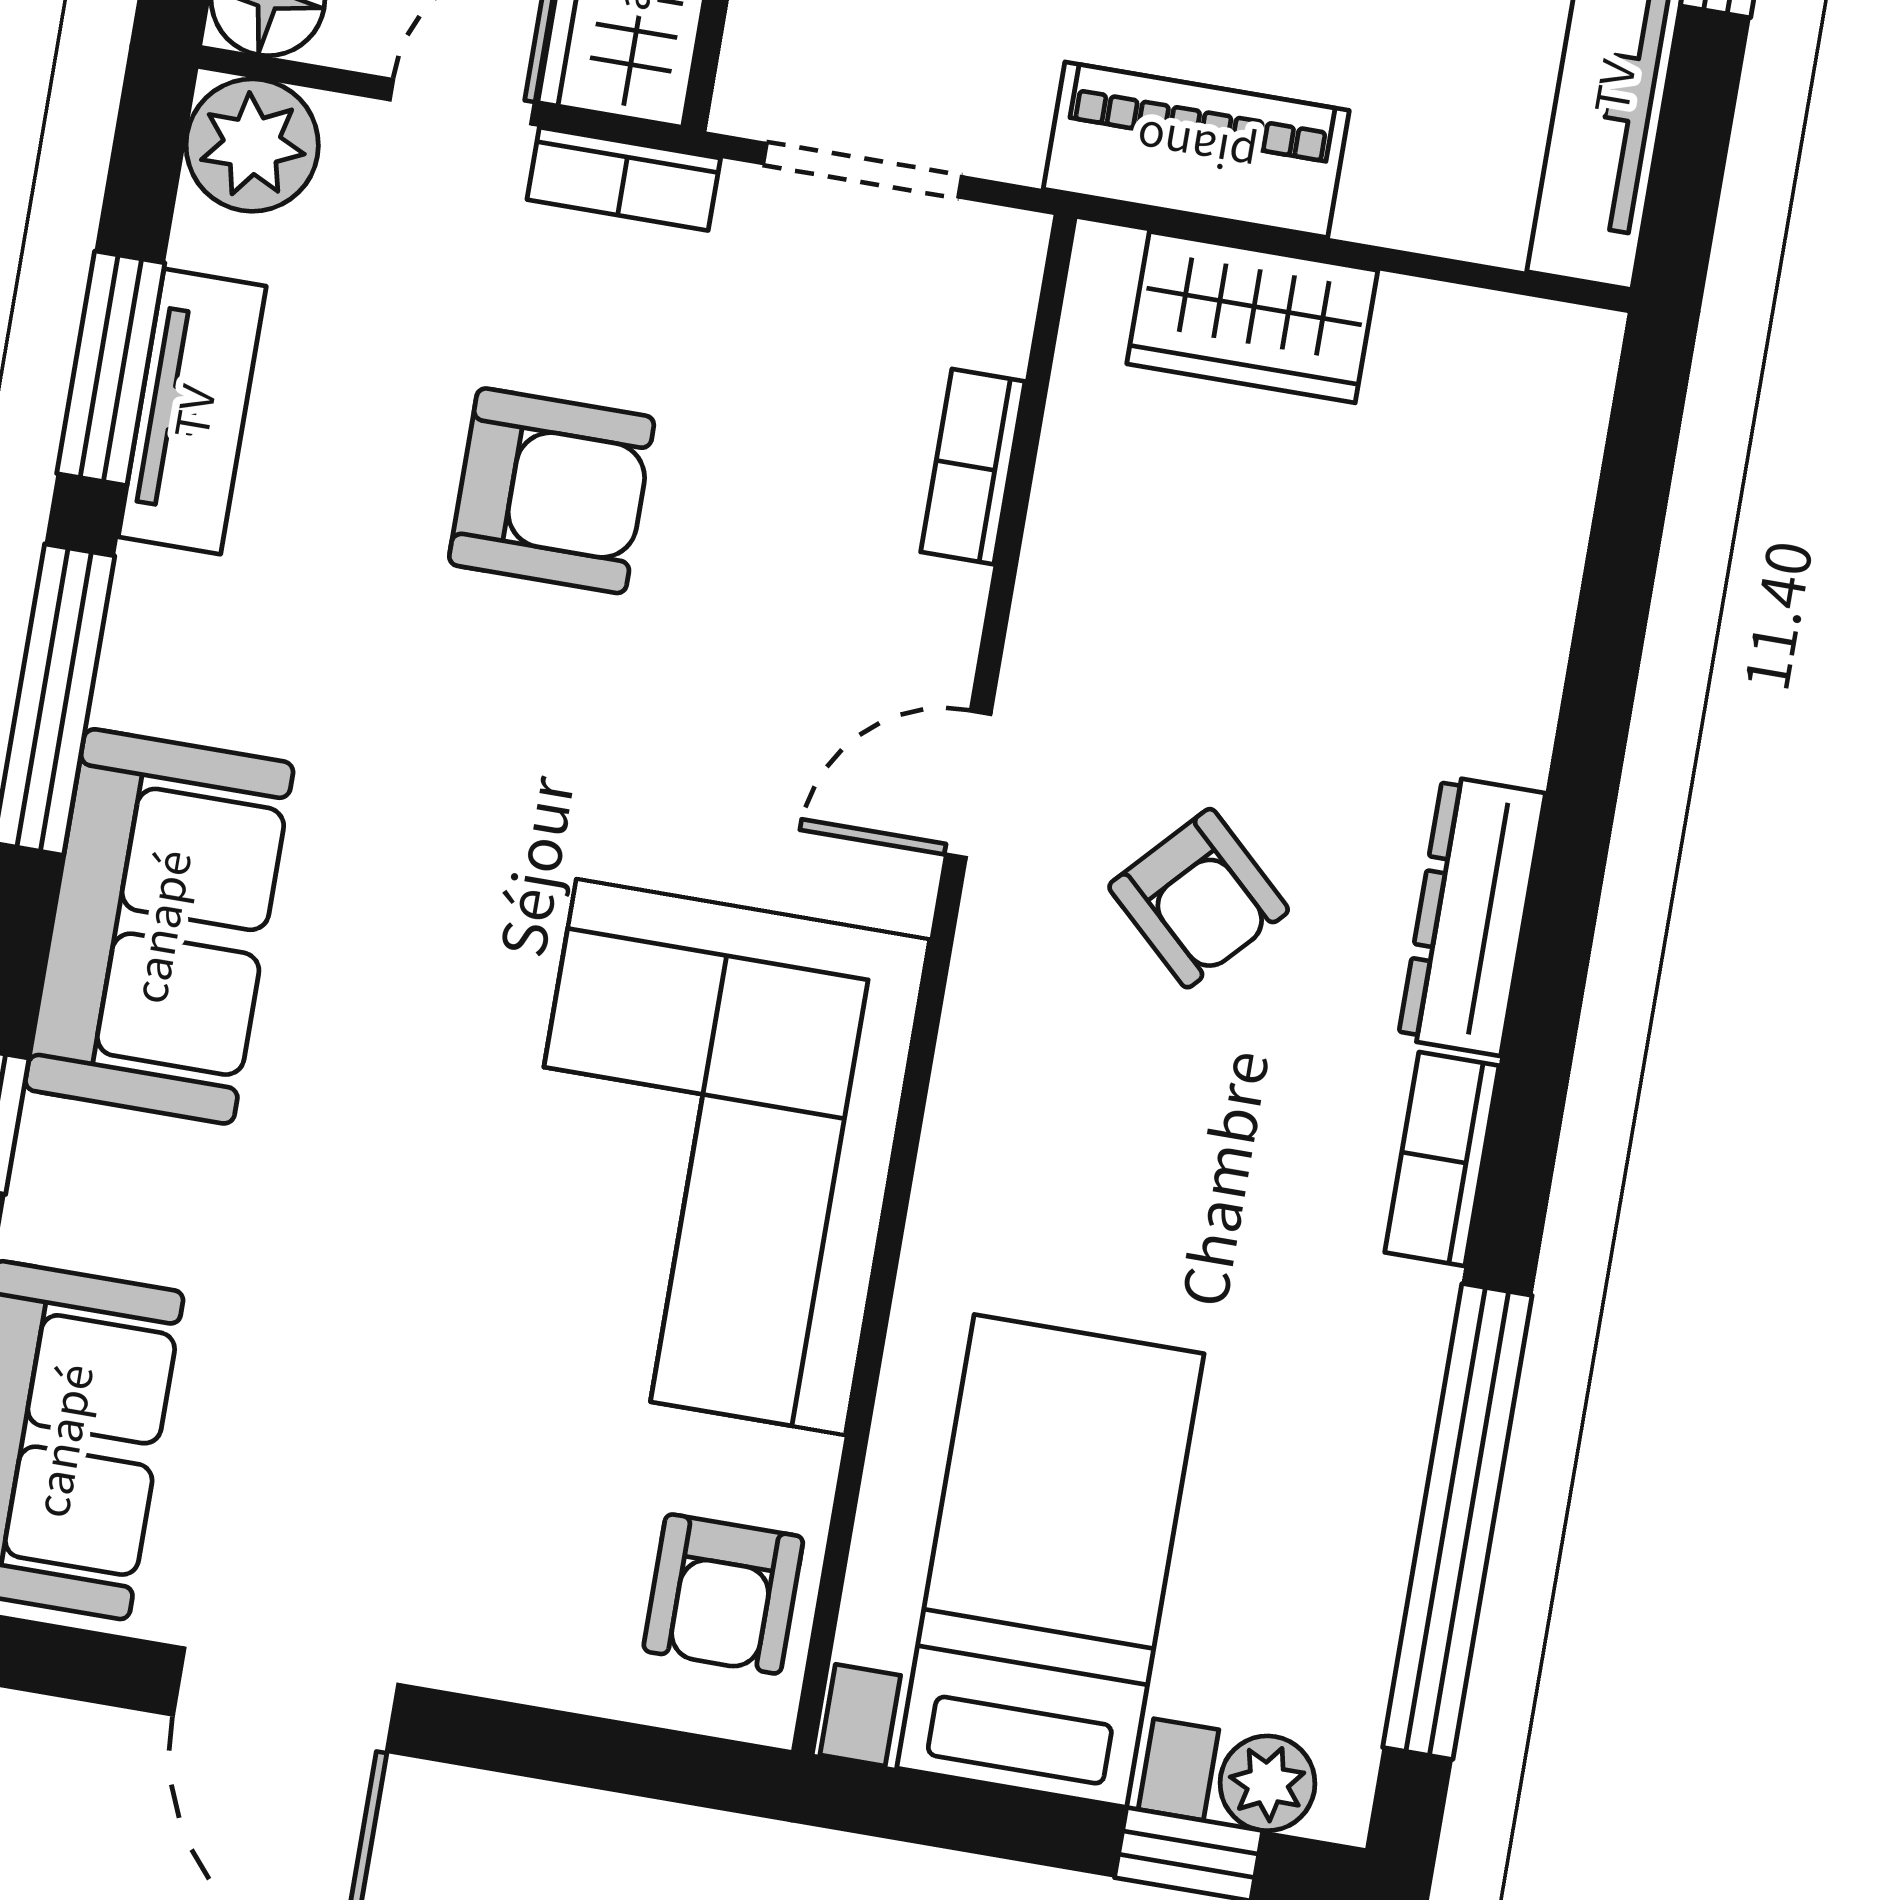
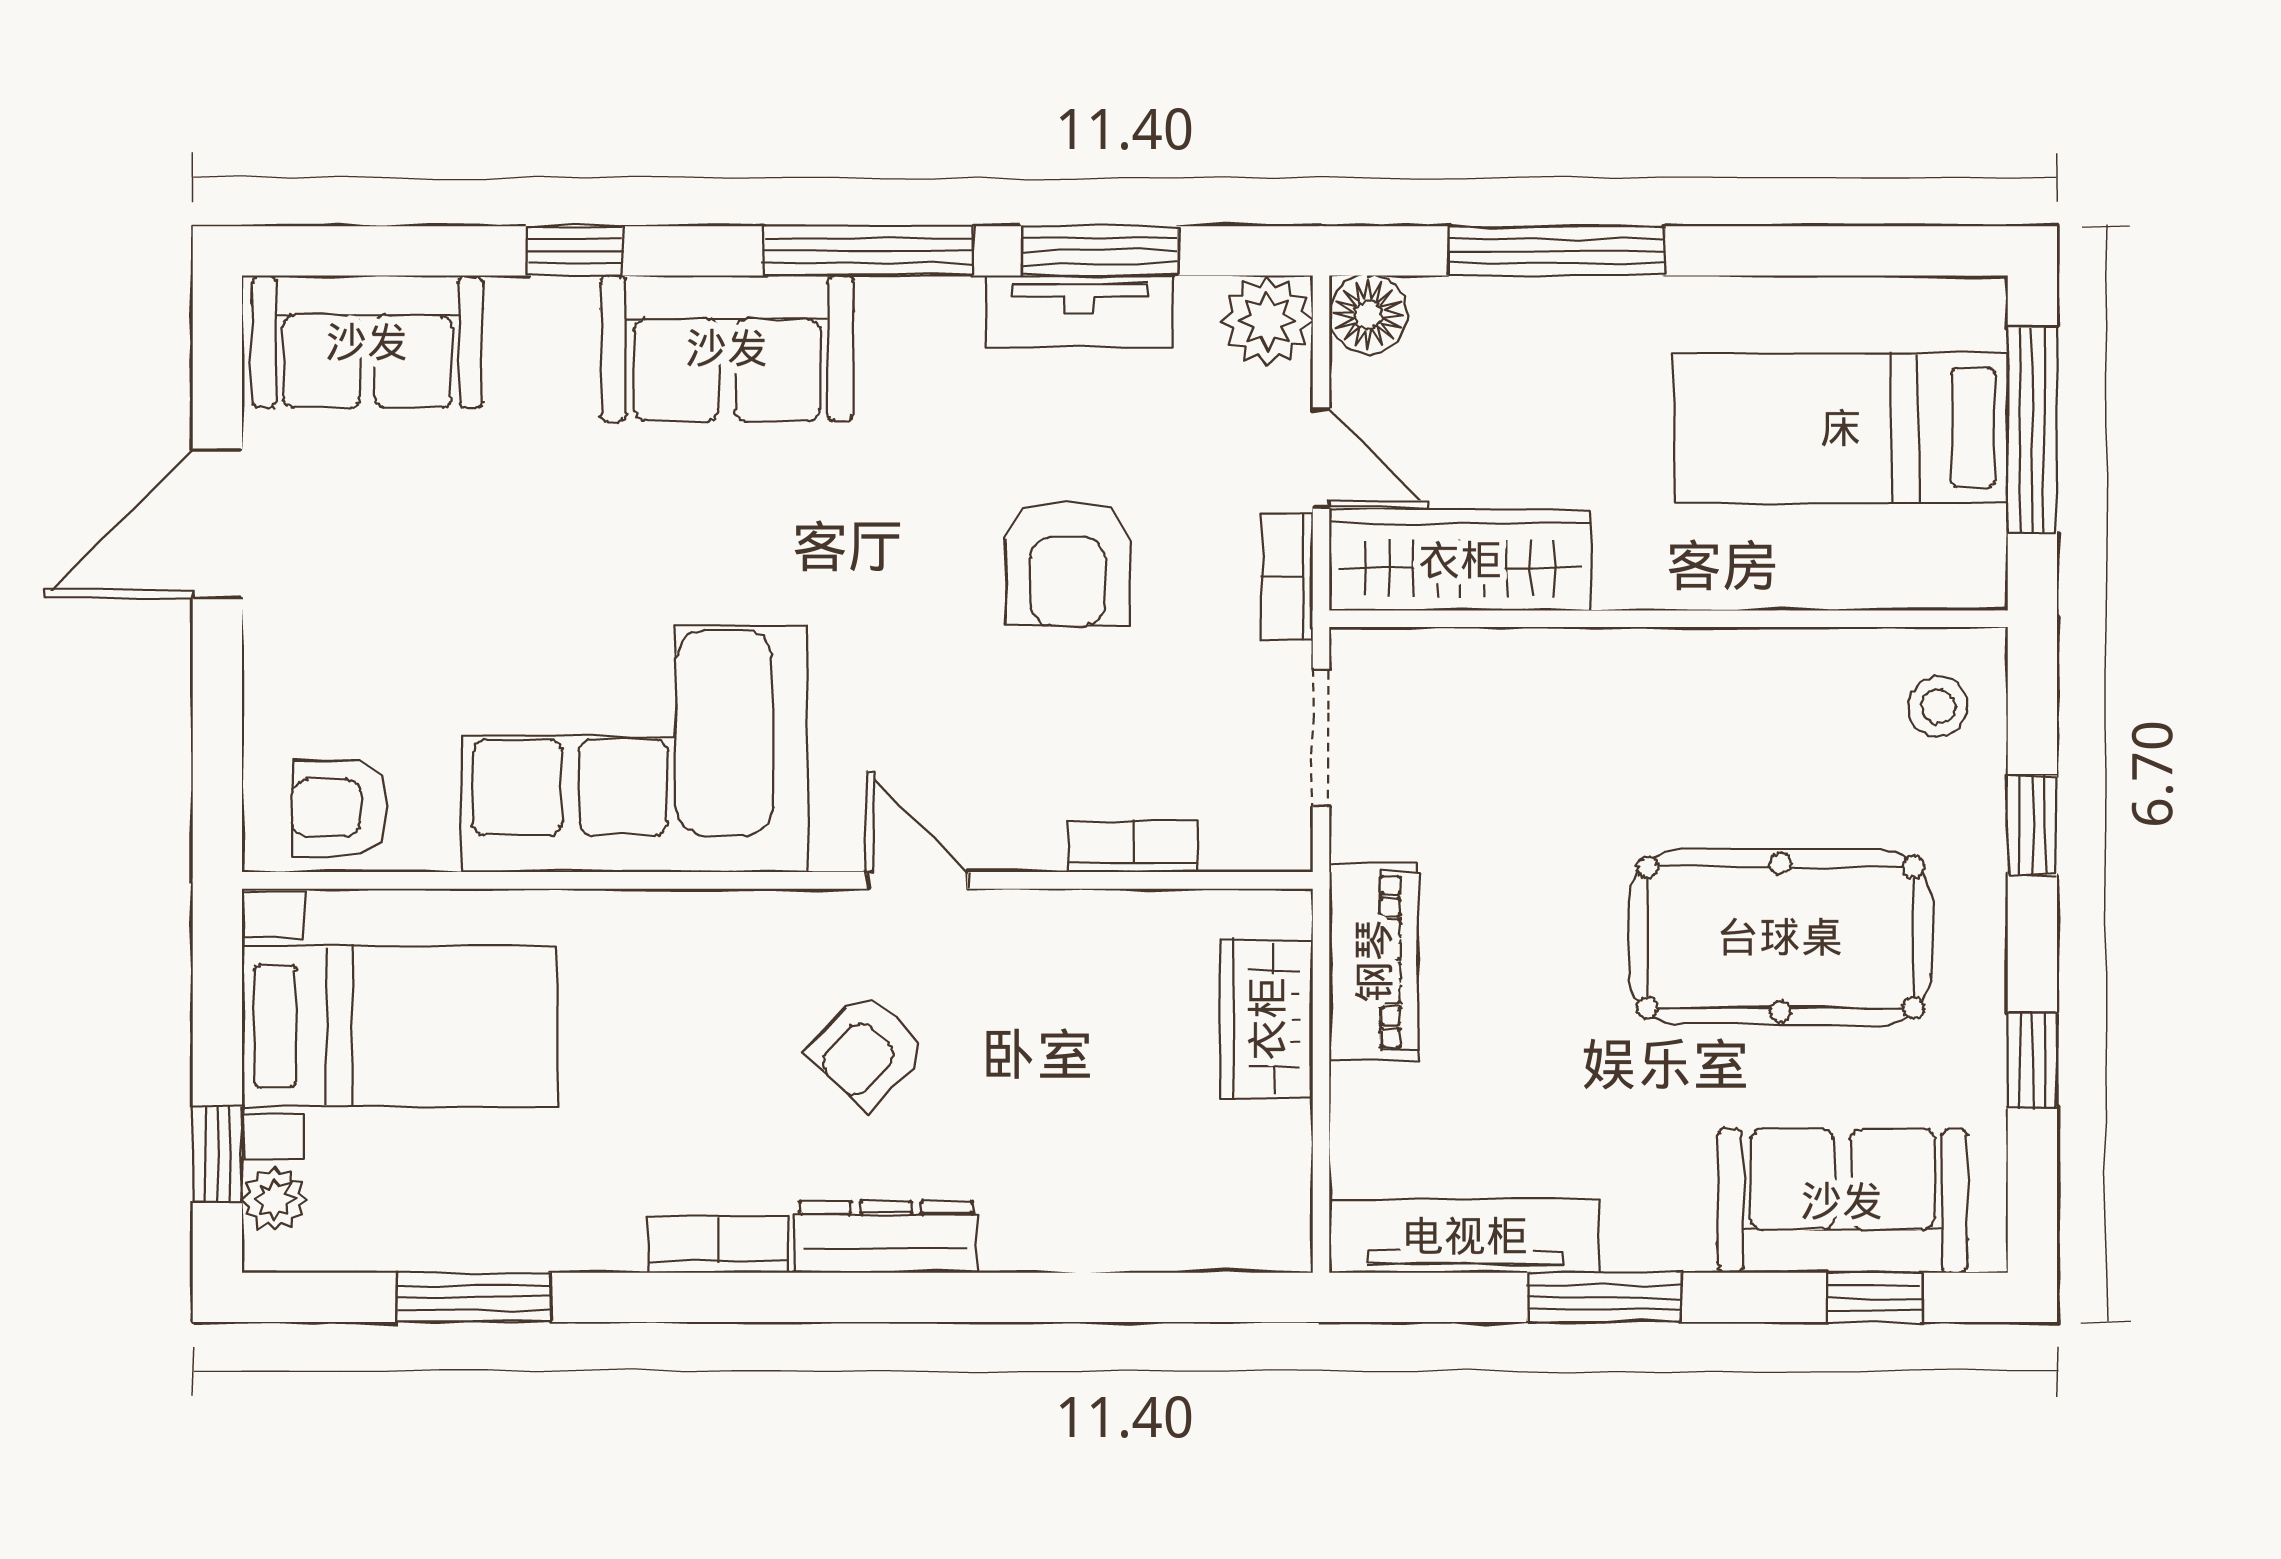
window: (1457, 1521) -> (474, 1297), width x0.47

